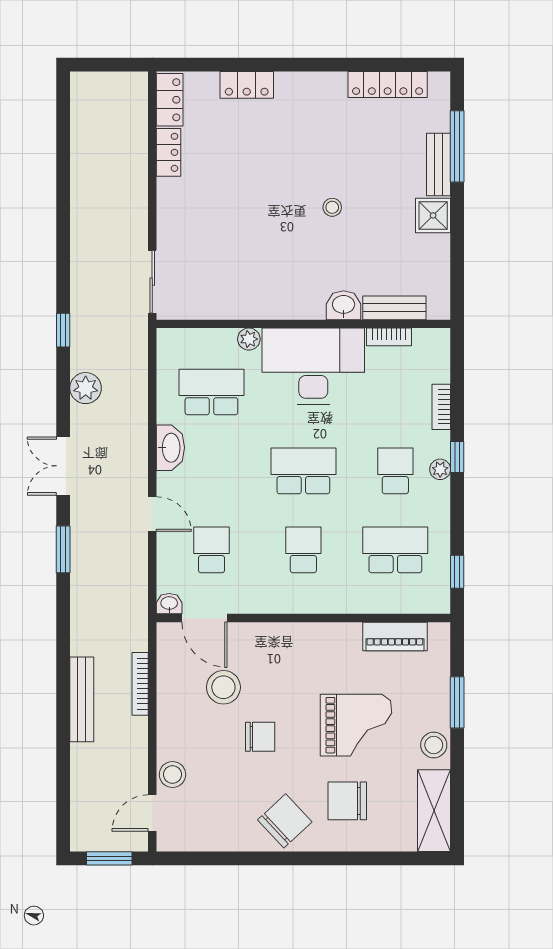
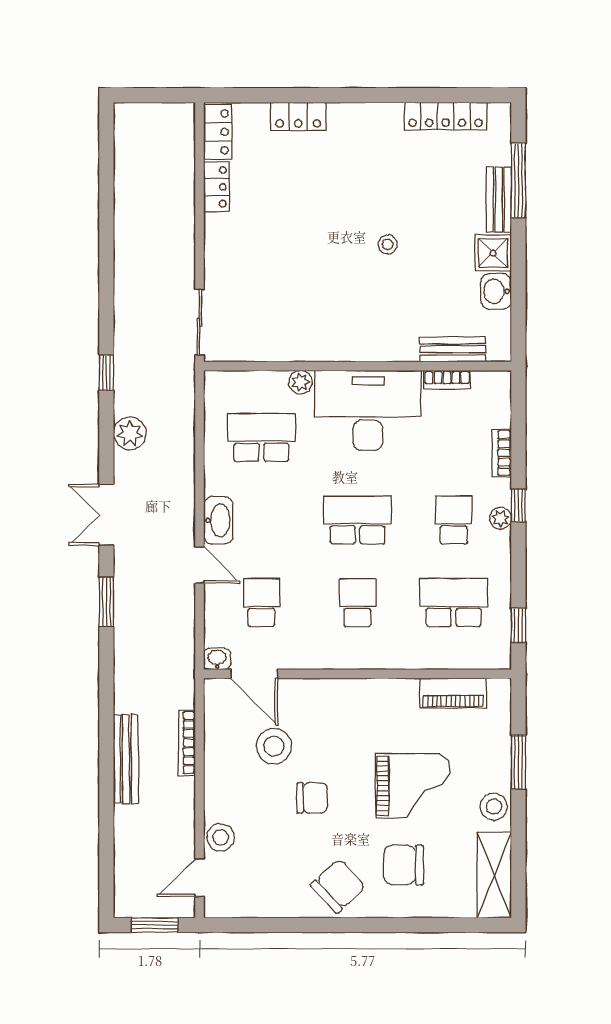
washbasin: (344, 305) -> (496, 291), moved, turned -90
washbasin: (170, 448) -> (218, 520), moved

